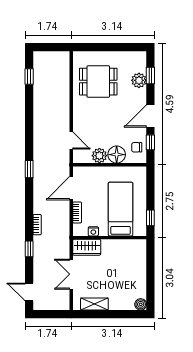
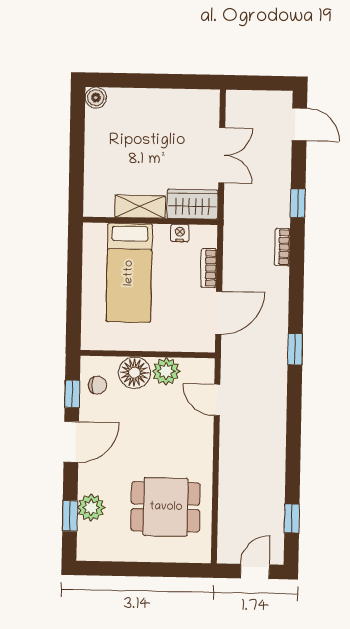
door: (49, 47) -> (255, 571), added
window: (150, 218) -> (75, 256), removed
shelving: (94, 304) -> (140, 207), moved

